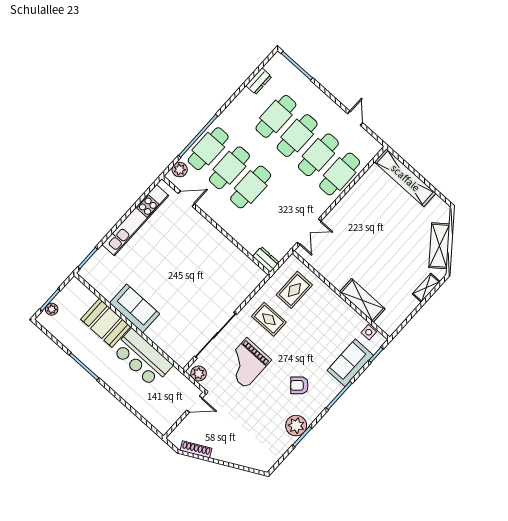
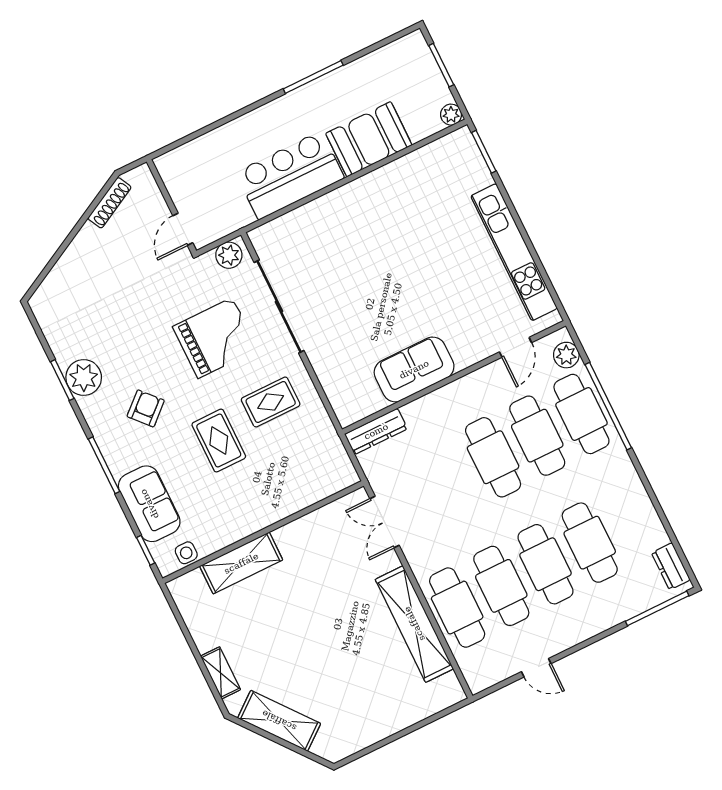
dresser: (259, 81) -> (671, 566), moved
shelving: (405, 178) -> (414, 624), moved, turned 90
dresser: (266, 259) -> (376, 431), width x1.44
rug: (294, 290) -> (219, 441), moved
sofa: (135, 308) -> (414, 369), moved, turned 180
plant: (52, 309) -> (451, 115), moved
grand piano: (246, 363) -> (215, 338), turned 90

